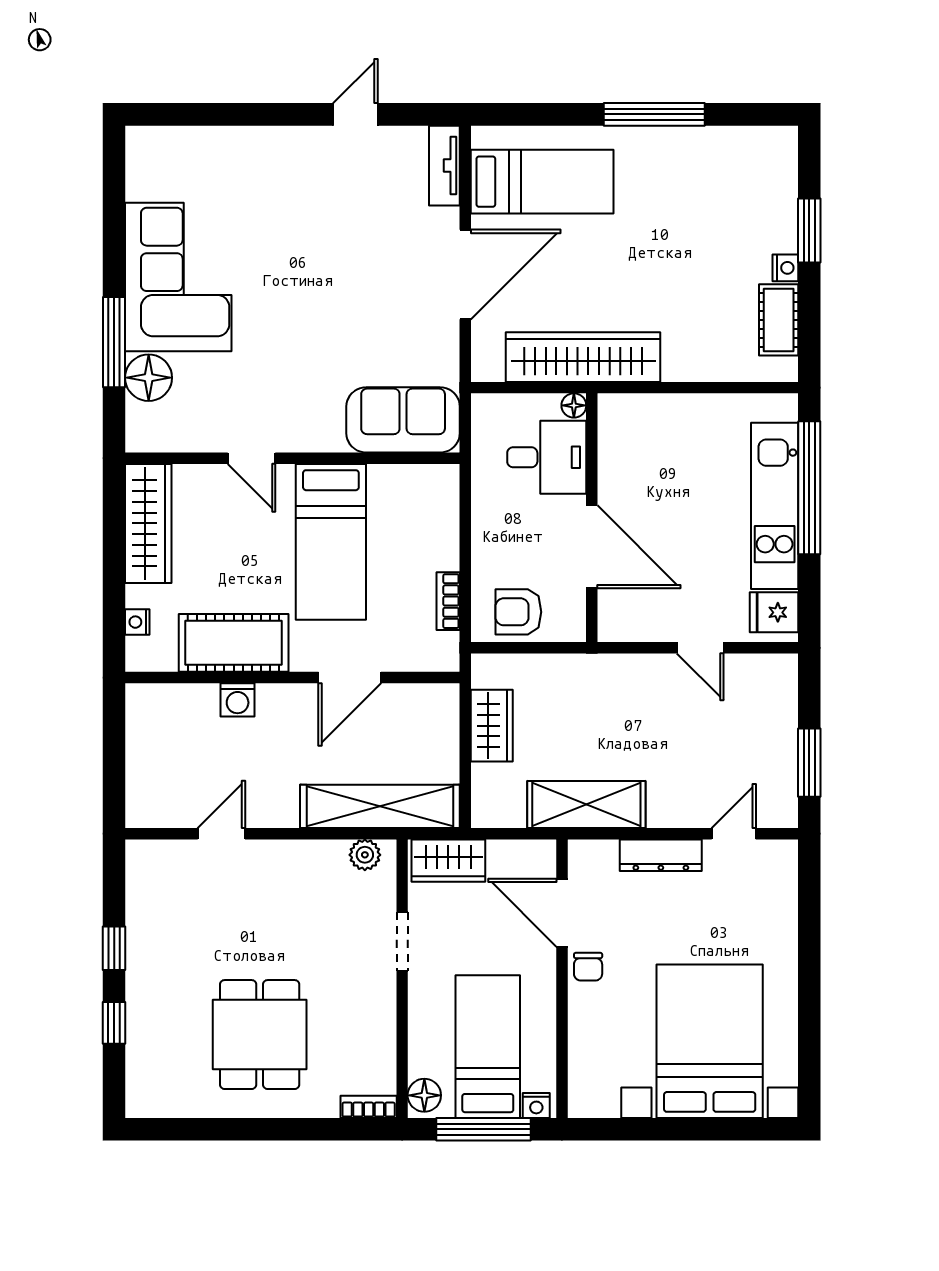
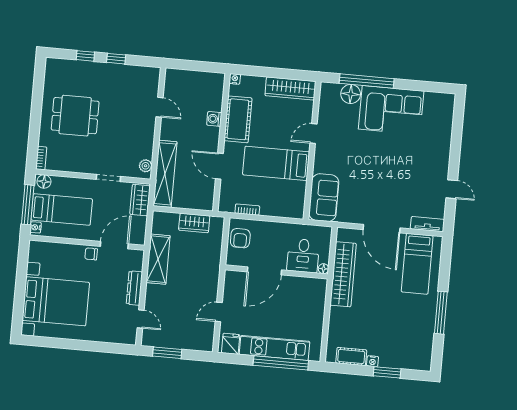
window: (114, 342) -> (367, 81), width x1.46
armchair: (518, 612) -> (240, 238), turned 180
nightstand: (137, 622) -> (235, 79), moved

